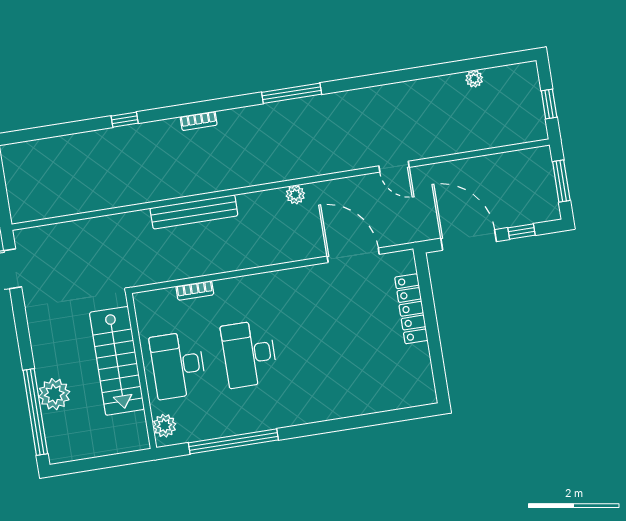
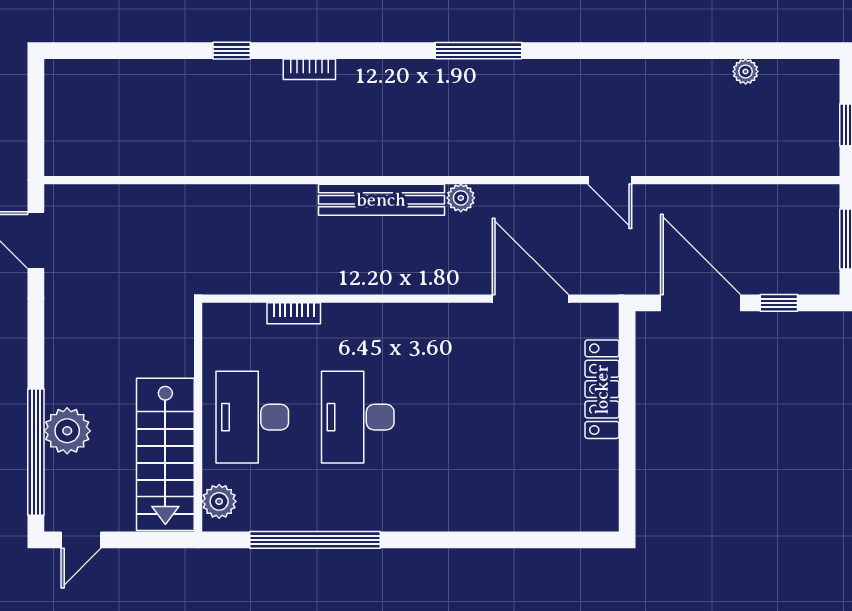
bookcase: (199, 121) -> (309, 69), moved
bench: (194, 212) -> (381, 200), moved
stairs: (117, 361) -> (165, 454), moved
door: (75, 466) -> (81, 540), added

